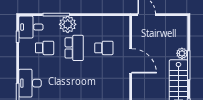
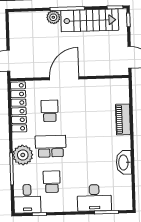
locker: (108, 22) -> (19, 107), added

